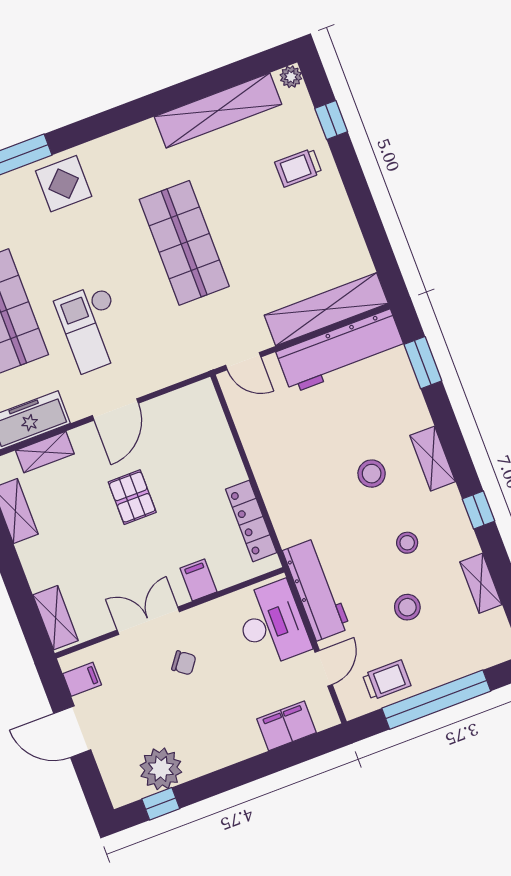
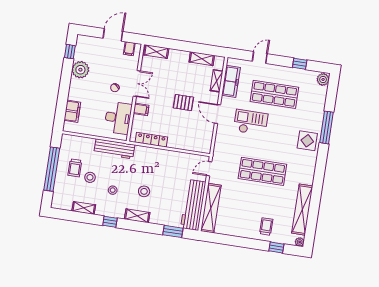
desk: (272, 624) -> (118, 118), moved, turned -90
door: (324, 668) -> (85, 136), removed
trolley: (387, 680) -> (75, 168), moved
plant: (161, 769) -> (80, 70), moved

